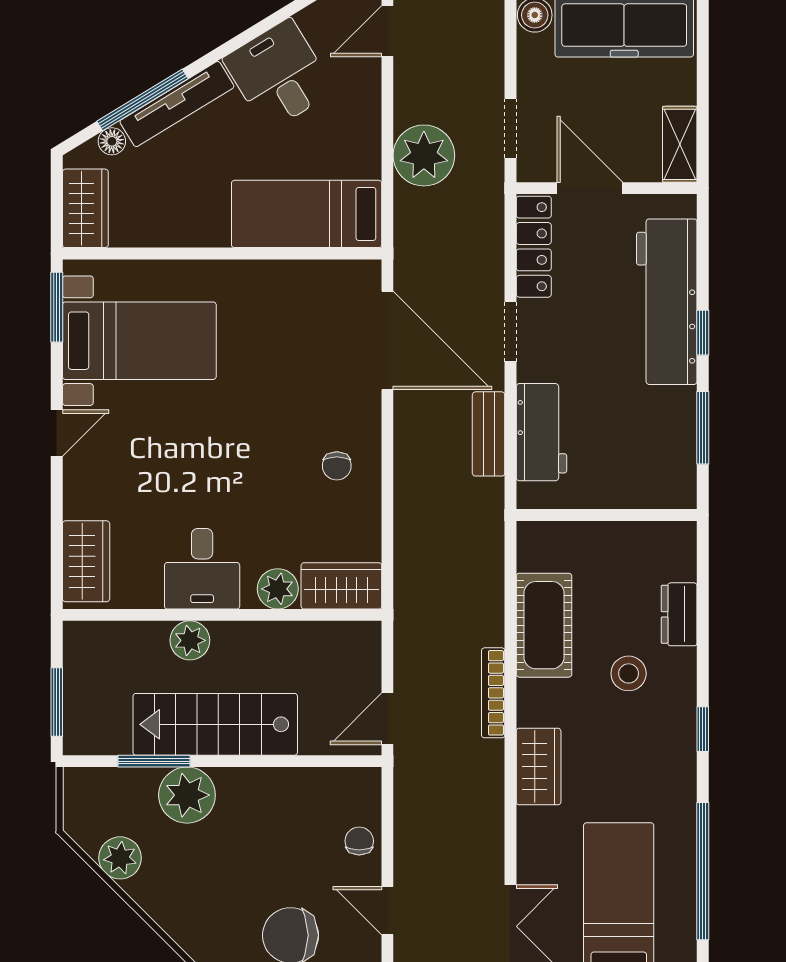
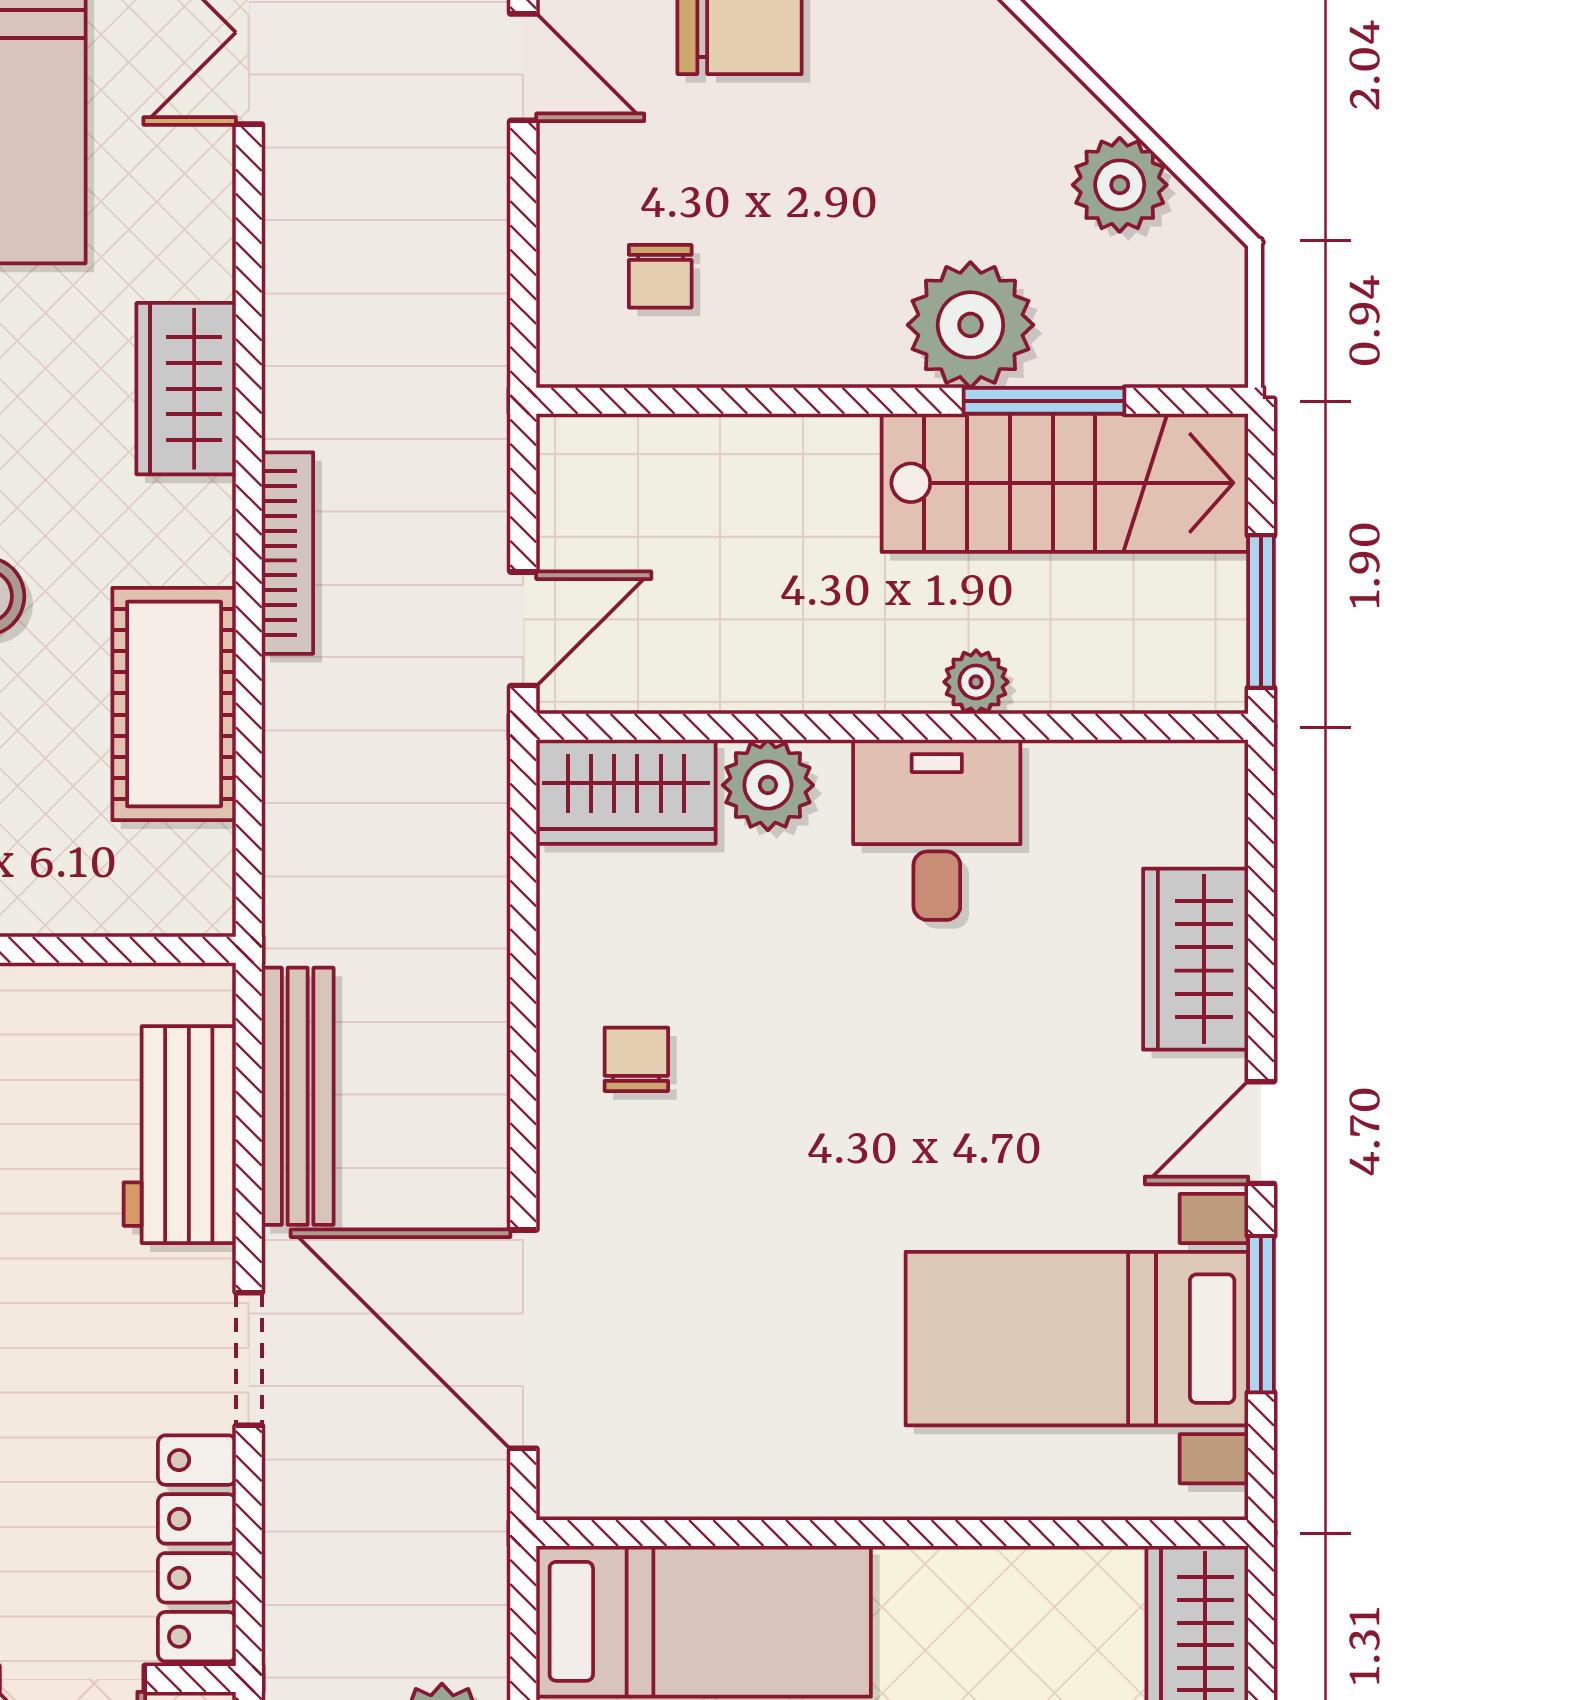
window: (57, 307) -> (1261, 1314), moved
bench: (489, 434) -> (298, 1096), width x1.36
wardrobe: (86, 561) -> (1196, 959), moved
plant: (190, 640) -> (976, 682), width x0.73, depth x0.73
window: (57, 702) -> (1261, 612), moved
door: (387, 719) -> (523, 629), moved
stairs: (215, 724) -> (1065, 483), moved
chair: (359, 841) -> (660, 276), moved

